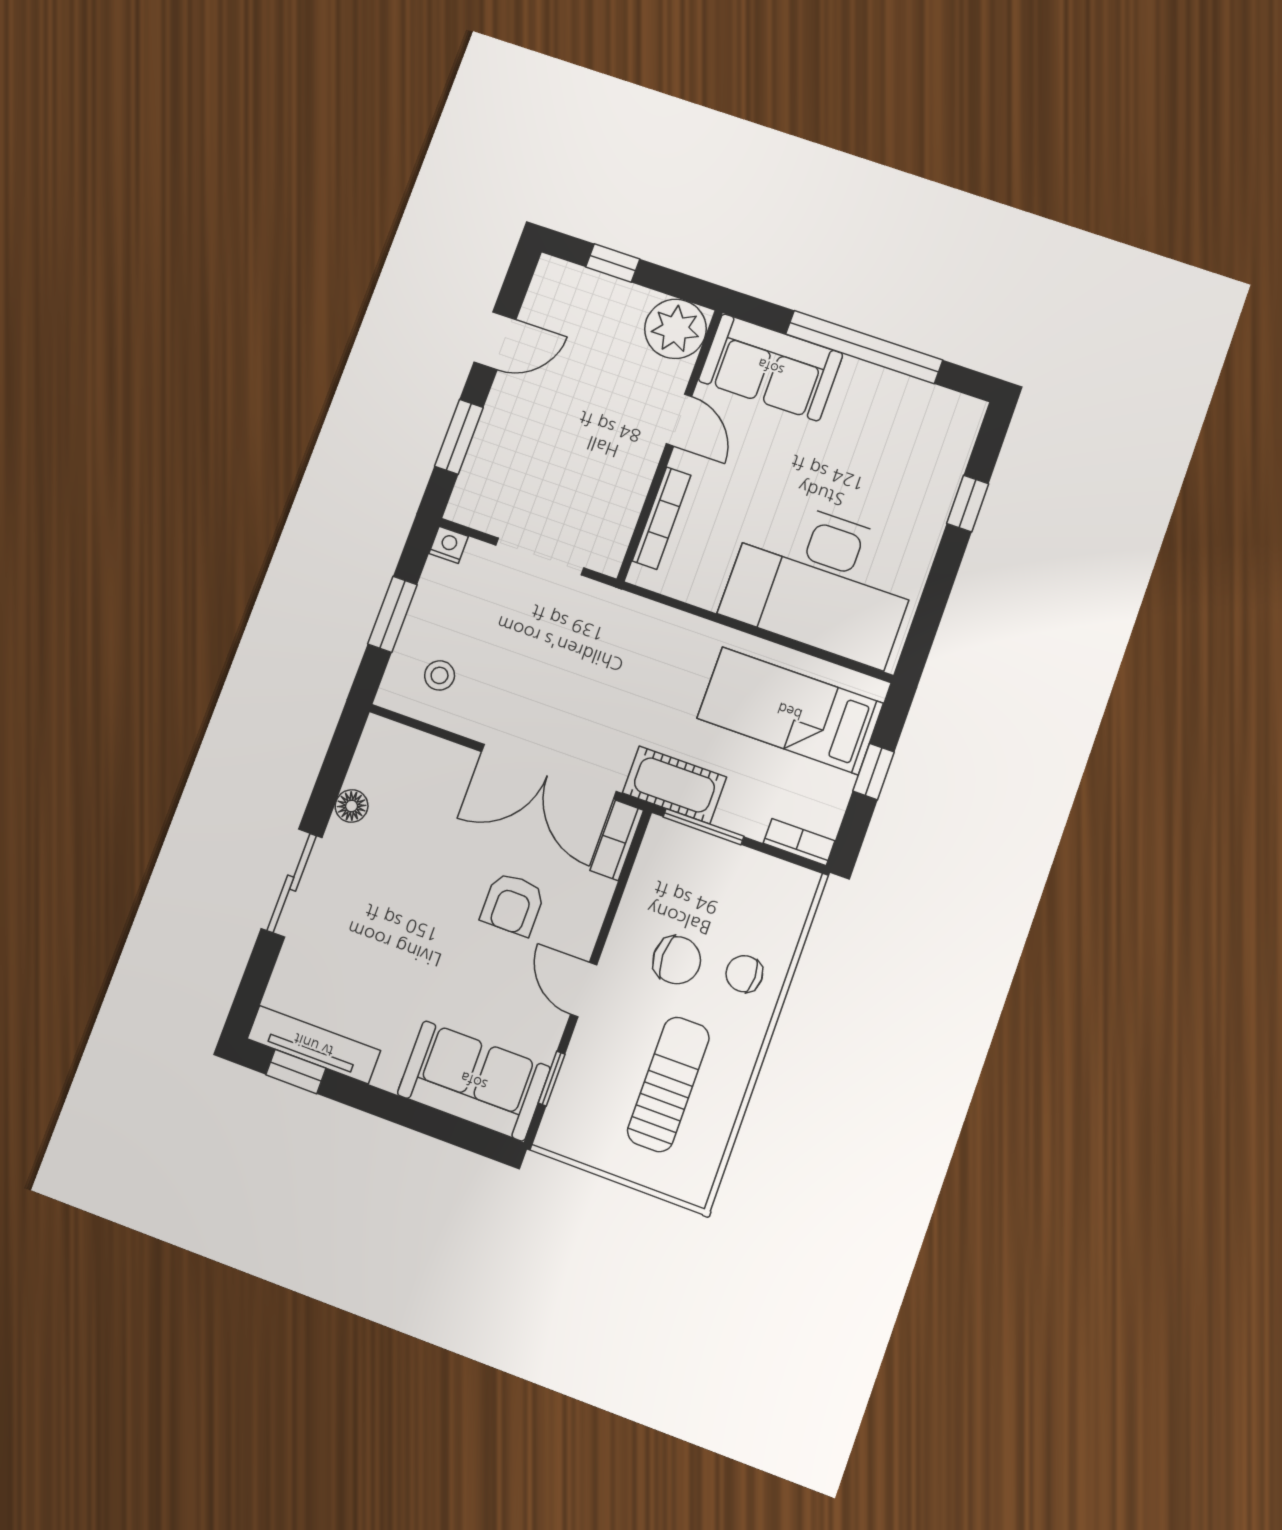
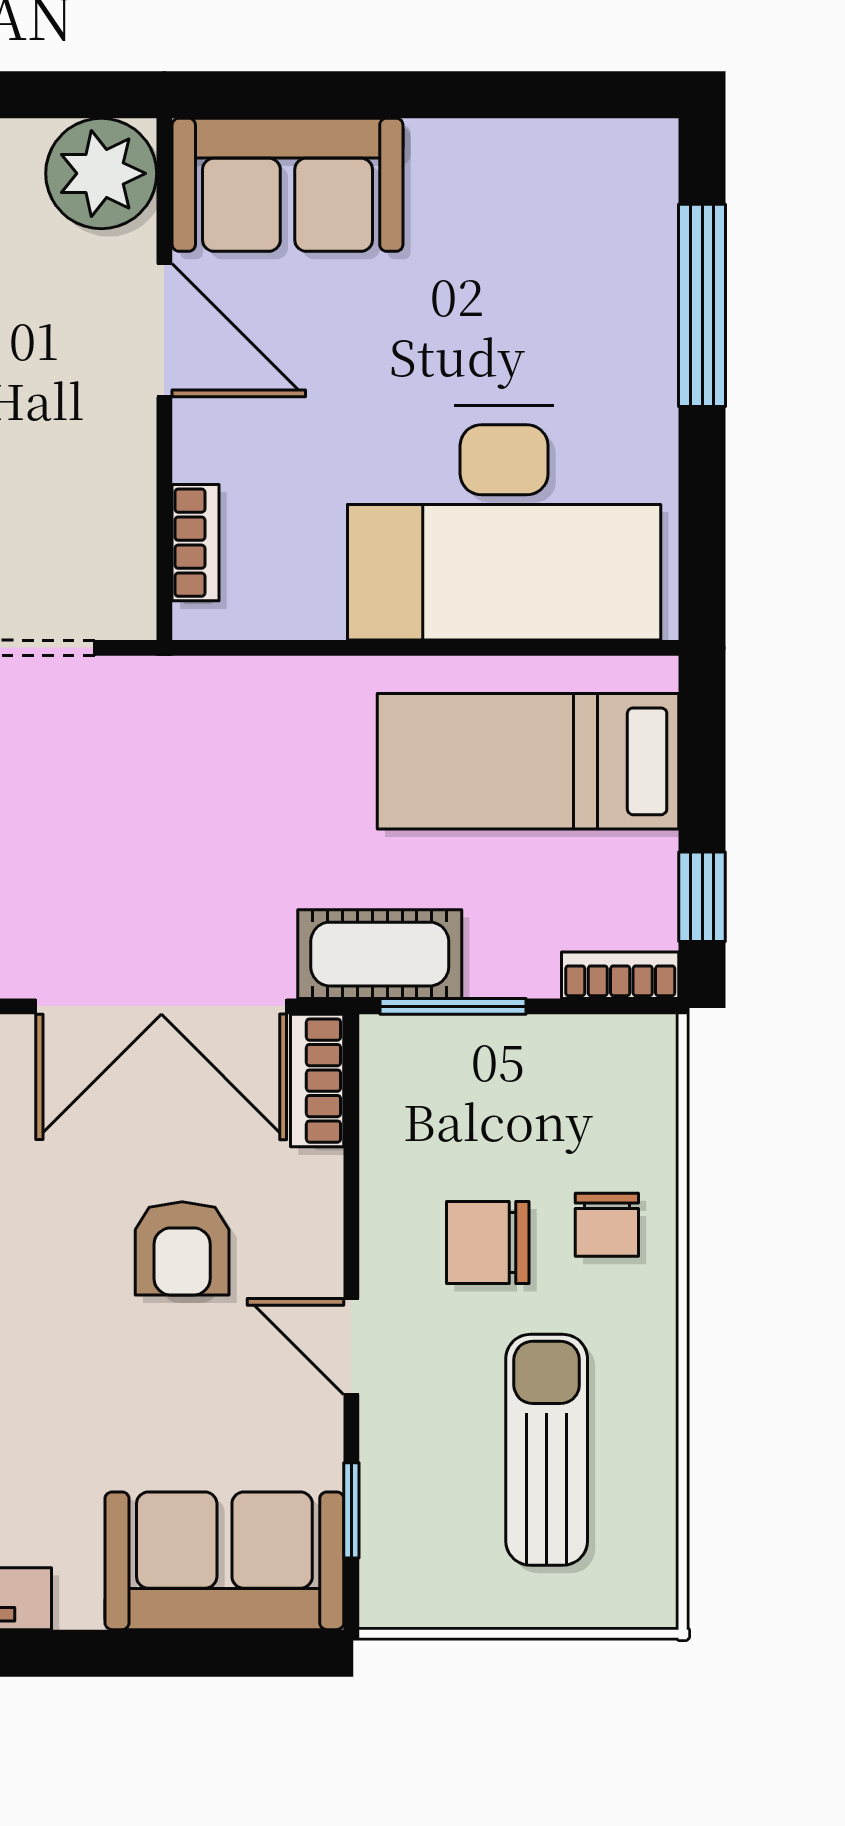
window: (864, 347) -> (434, 95), removed
door: (679, 420) -> (164, 330), width x1.37
window: (968, 504) -> (702, 305), width x2.17
bookcase: (662, 518) -> (196, 543), width x0.64
window: (873, 771) -> (702, 897), moved
chair: (677, 960) -> (488, 1242), turned 180
chair: (744, 974) -> (607, 1225), turned -90

